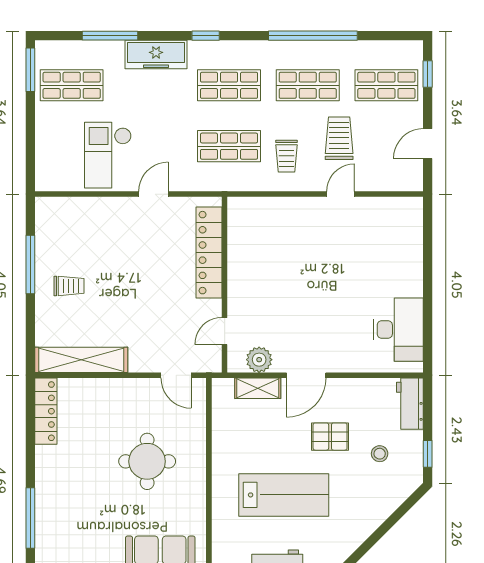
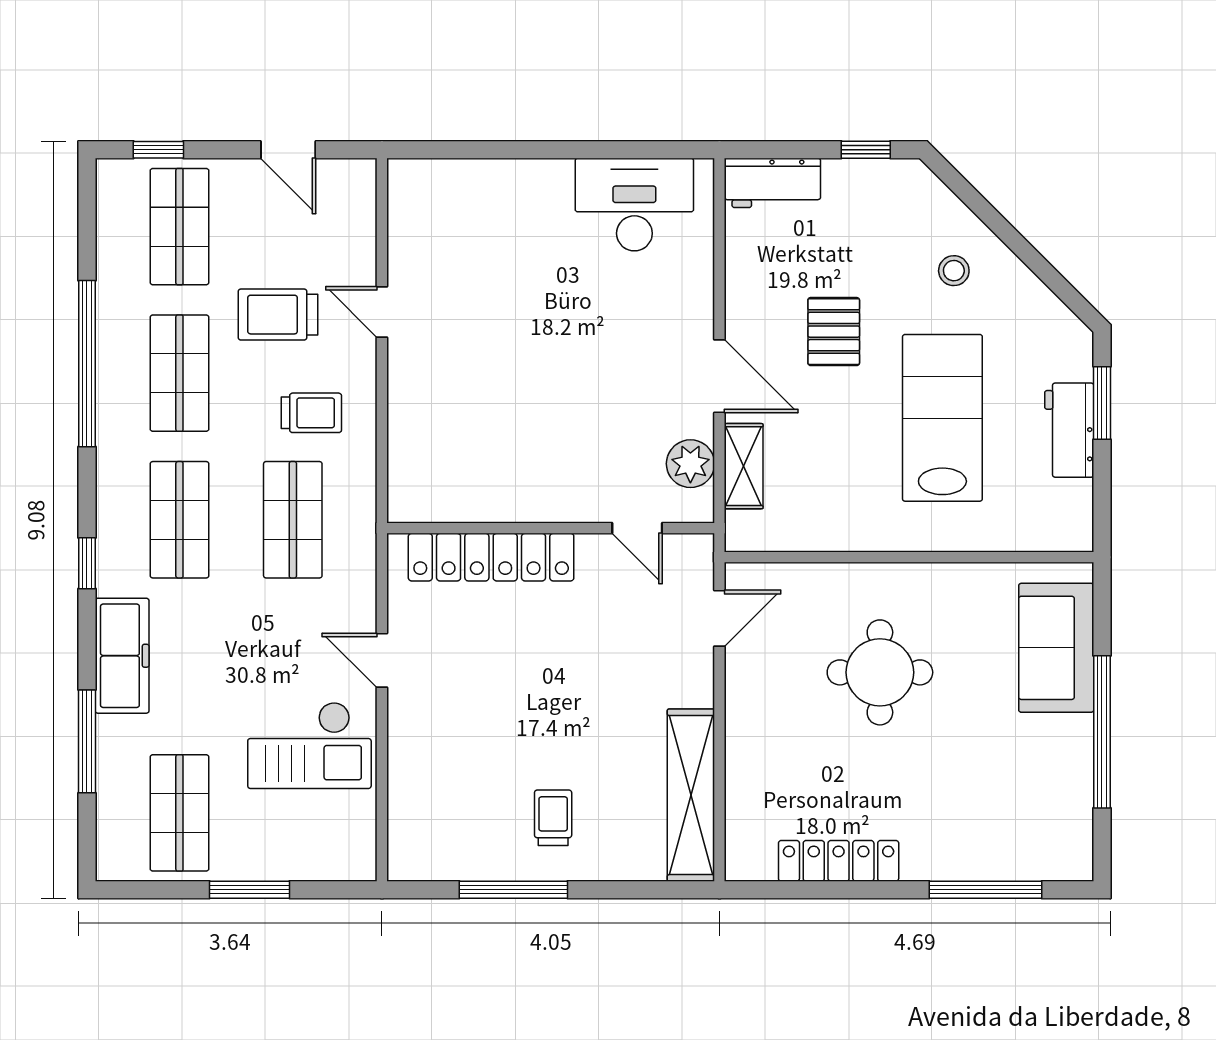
window: (30, 70) -> (249, 890), moved
locker: (46, 411) -> (839, 861), moved
stool: (380, 454) -> (954, 271), moved

